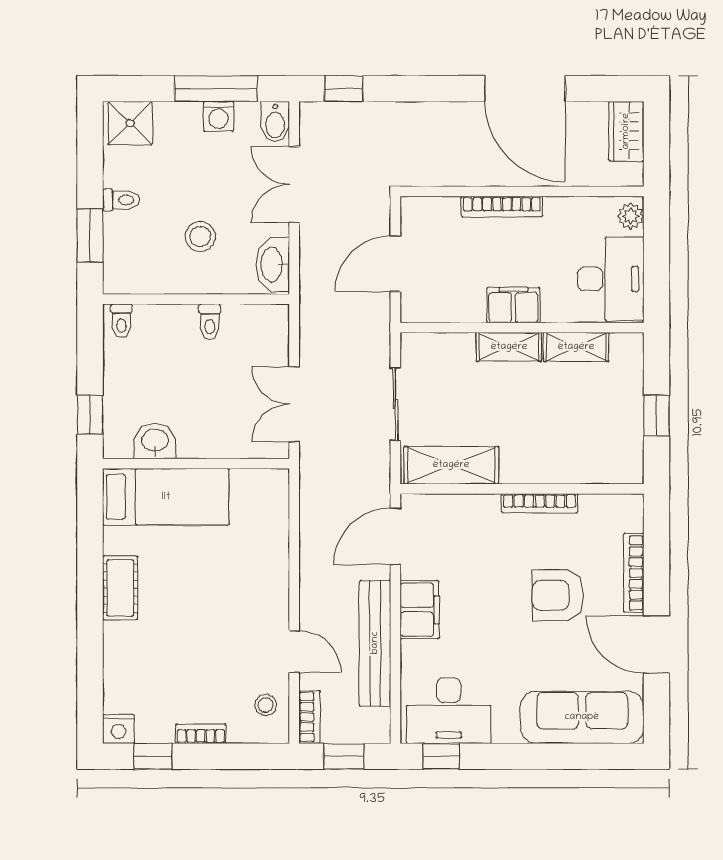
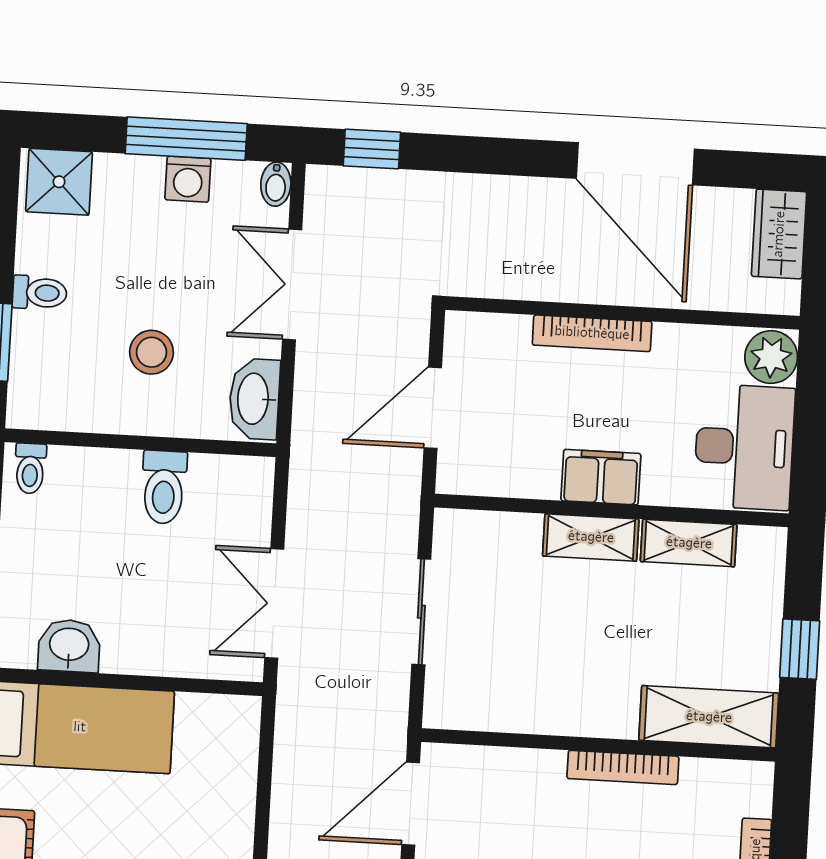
bidet: (275, 122) -> (276, 184), width x0.72, depth x0.74
plant: (631, 216) -> (771, 357), width x1.38, depth x1.38
toilet: (210, 322) -> (164, 487), width x1.37, depth x1.39
shelving: (451, 465) -> (709, 717), moved

